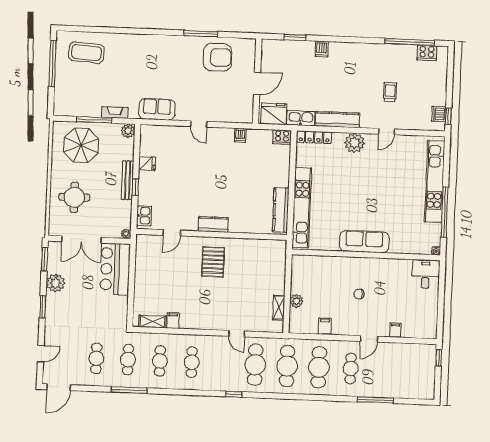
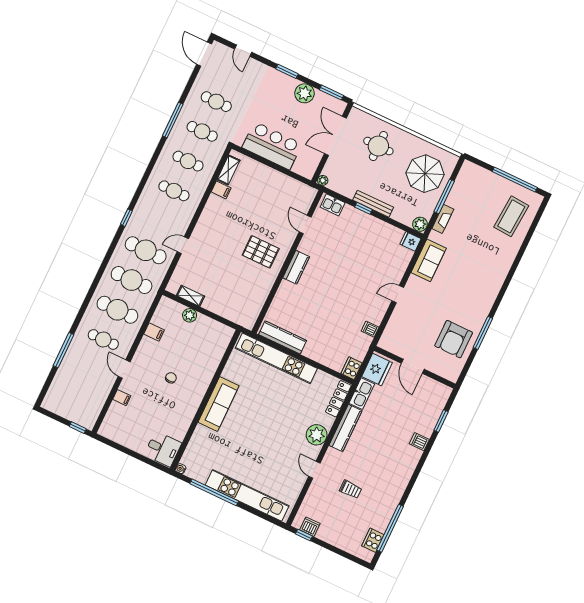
fridge: (147, 163) -> (410, 241), moved, turned 90
bar counter: (115, 269) -> (272, 146), moved

